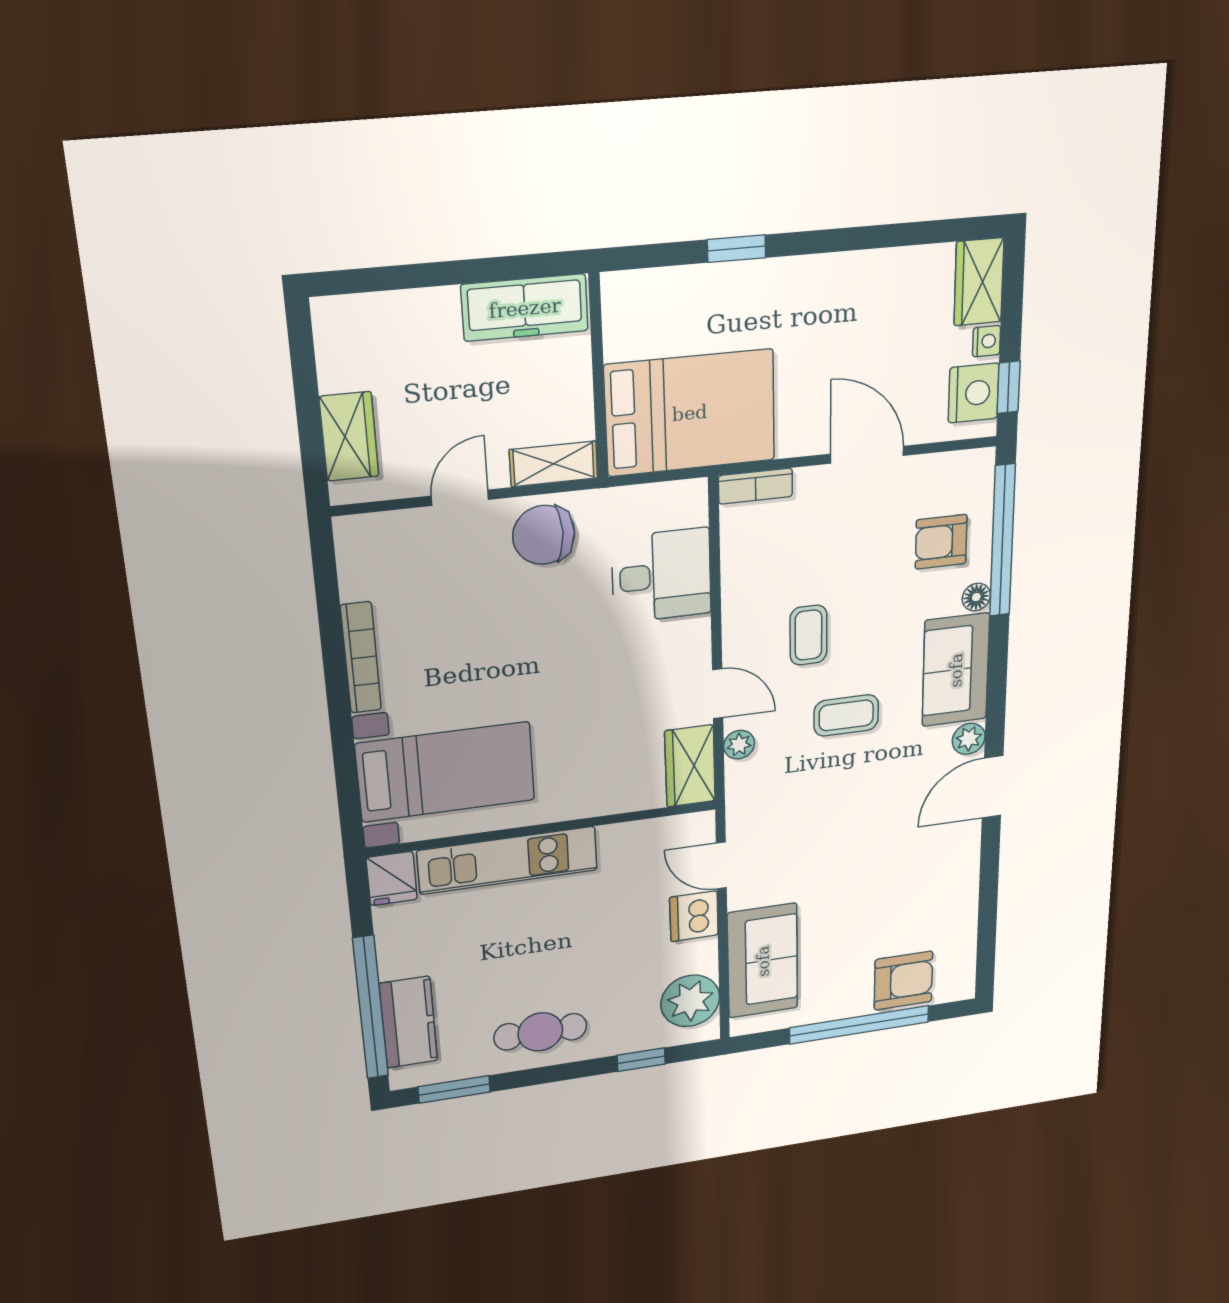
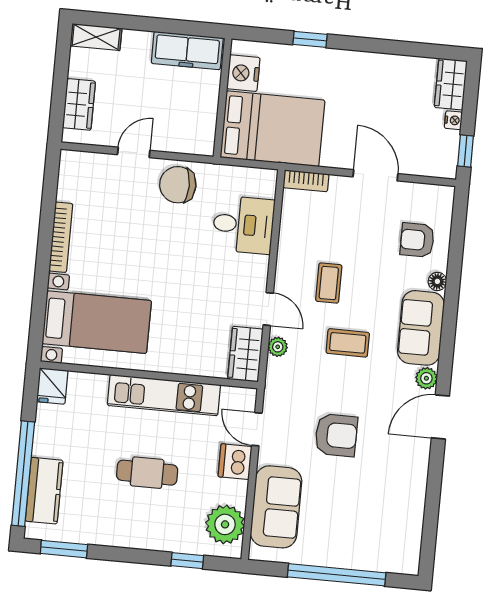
nightstand: (974, 393) -> (243, 73), moved, turned 180
shelving: (554, 464) -> (96, 37), moved
window: (1002, 541) -> (456, 248), removed
kitchen unit: (508, 860) -> (164, 395), moved
armchair: (903, 981) -> (336, 435), moved
cafe table: (540, 1032) -> (147, 473), moved

